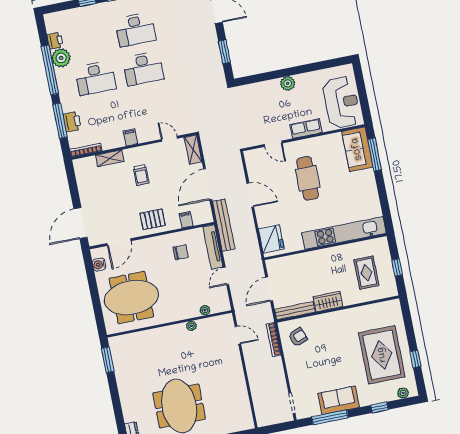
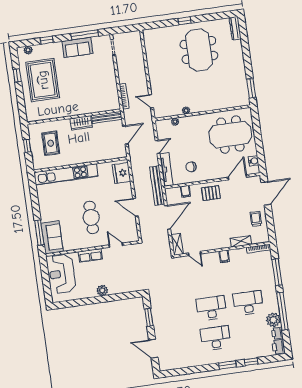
printer: (72, 122) -> (279, 347), moved
trolley: (141, 175) -> (256, 219), moved
armchair: (298, 337) -> (106, 97), removed

